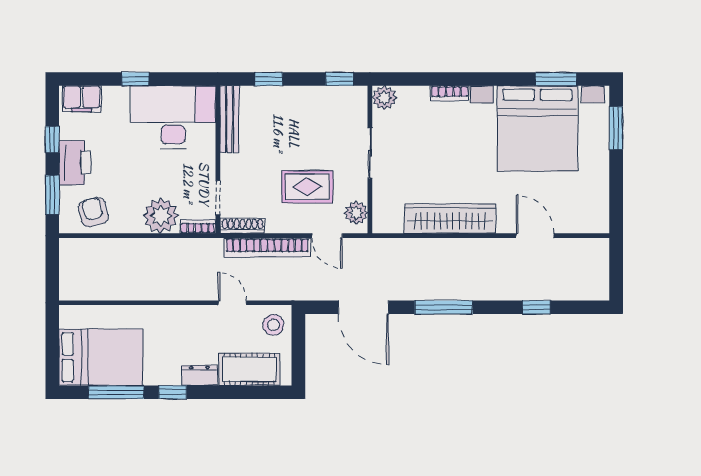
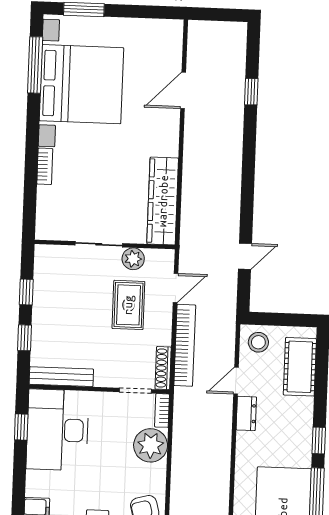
window: (135, 79) -> (21, 427), moved
window: (340, 79) -> (26, 292), moved
window: (556, 79) -> (35, 65), width x1.44
plant: (384, 98) -> (47, 229), removed
plant: (356, 213) -> (133, 259), moved
wardrobe: (450, 219) -> (163, 201), moved
door: (363, 307) -> (245, 256), width x0.53
window: (444, 307) -> (248, 180), removed
dresser: (199, 375) -> (246, 413), moved, turned 180

